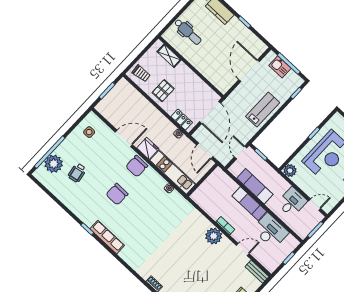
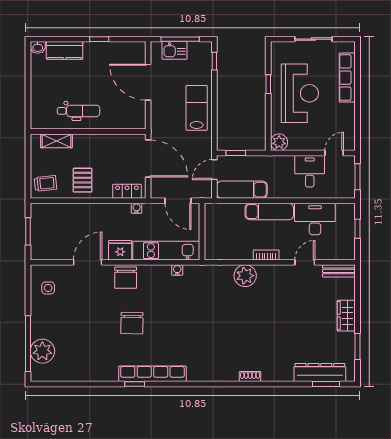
dental chair: (188, 32) -> (79, 111), moved
door: (241, 152) -> (214, 170), hinge flipped
wheelchair: (77, 173) -> (74, 338), removed
exam couch: (255, 186) -> (242, 190), moved
plant: (214, 236) -> (245, 276), moved
row of seats: (107, 237) -> (152, 374), width x1.36

